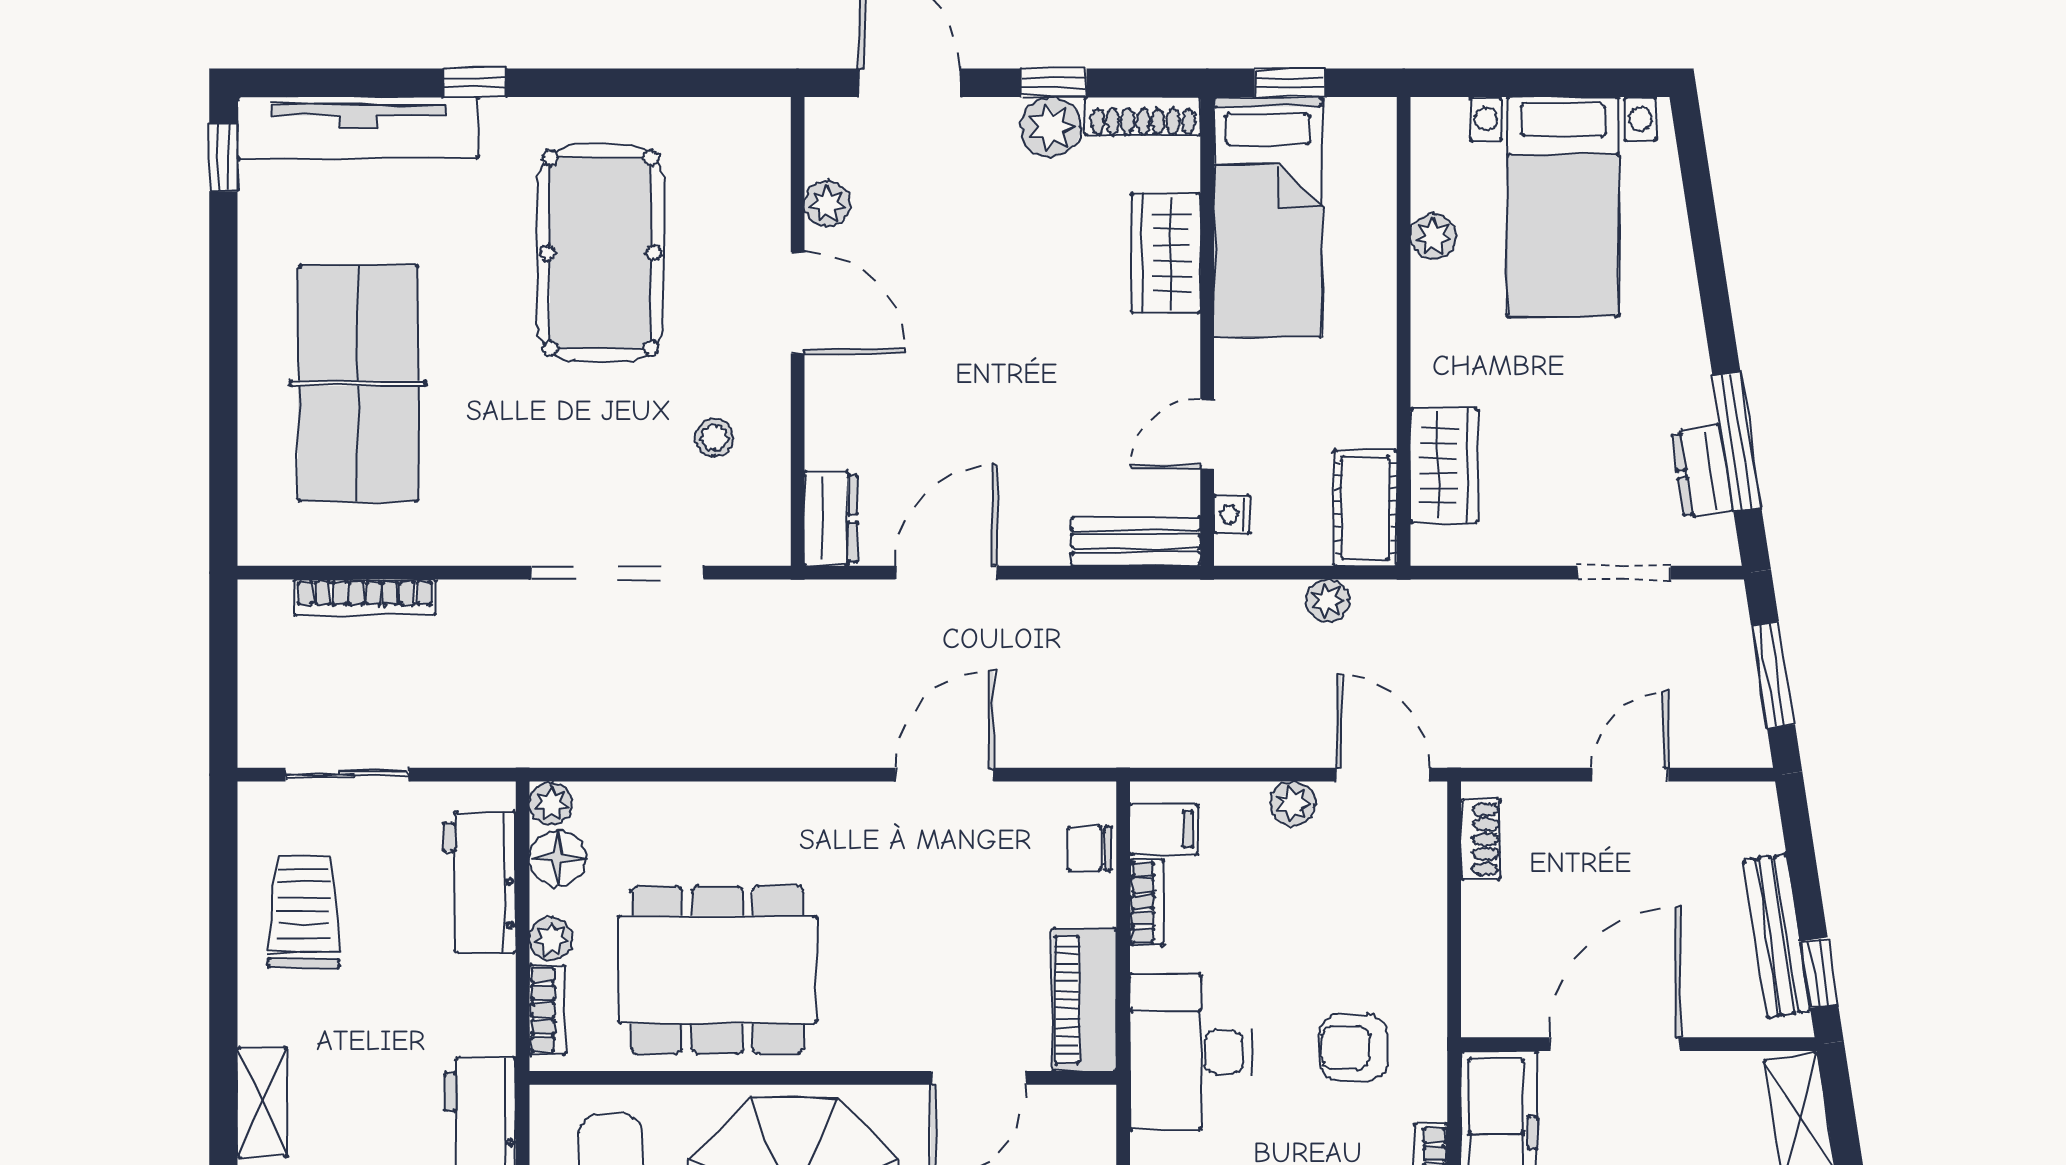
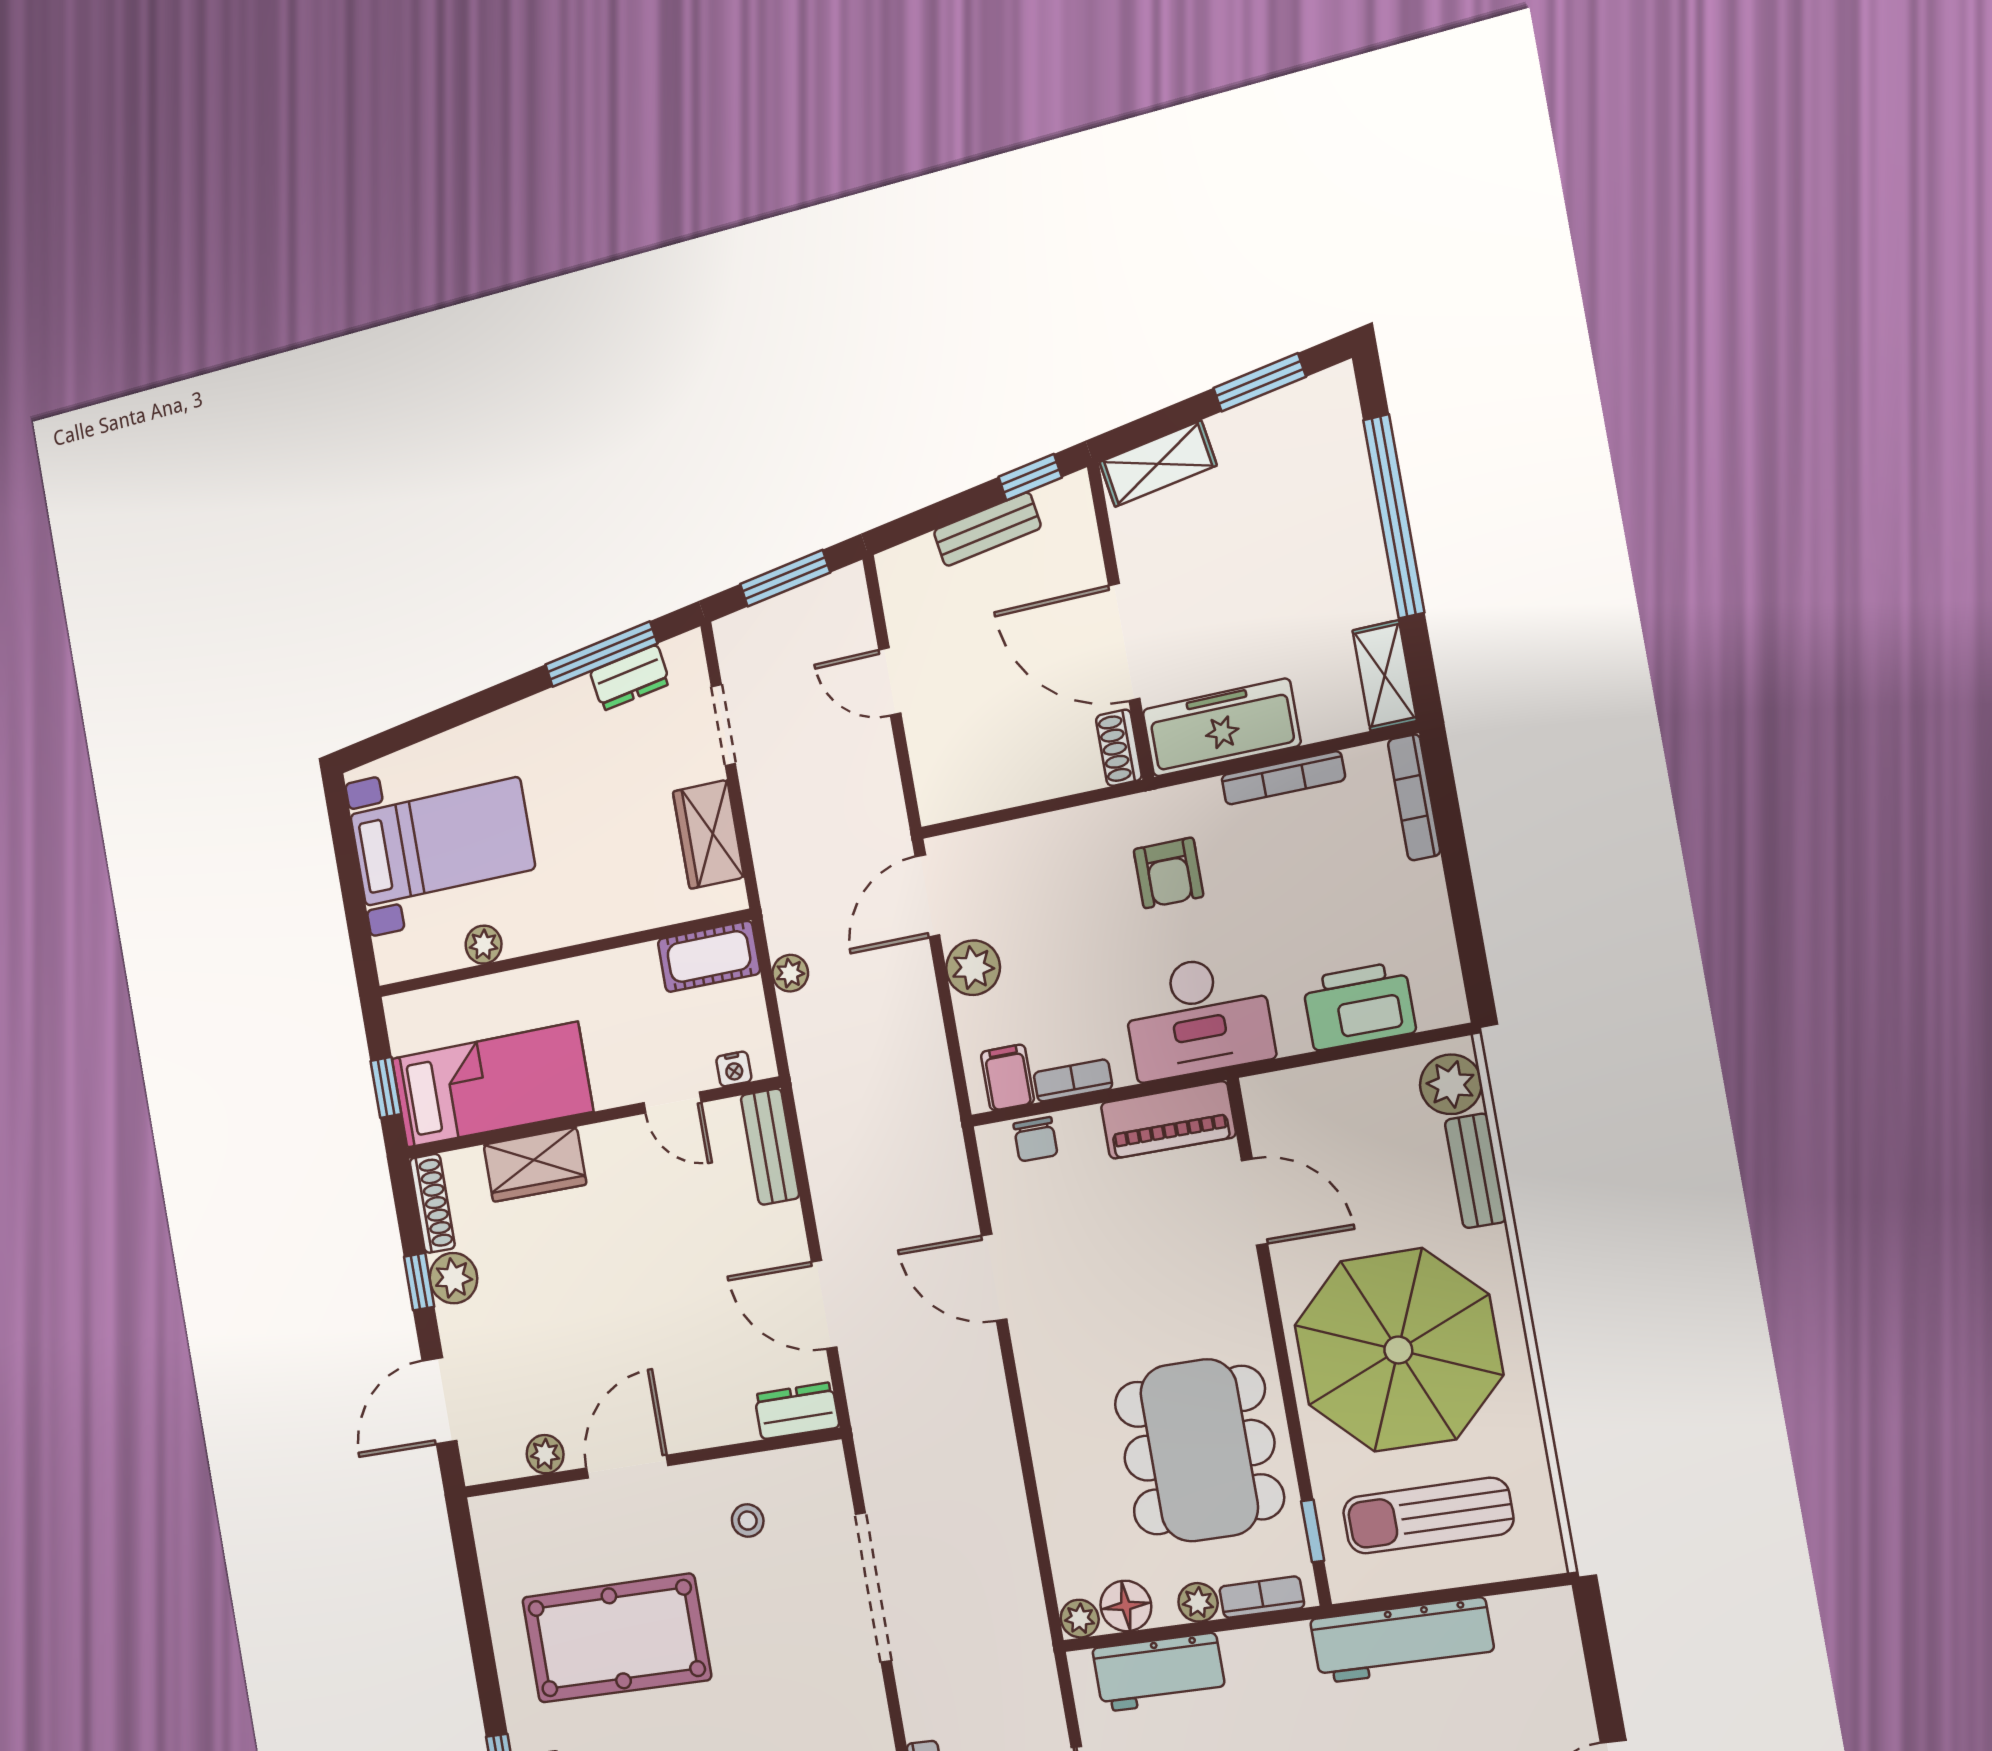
wardrobe: (1444, 465) -> (708, 834), moved, turned -90
plant: (1293, 804) -> (973, 968), width x1.38, depth x1.38
shoe rack: (1480, 839) -> (1119, 748), moved, turned -90
bench: (1777, 936) -> (987, 529), width x0.73
window: (612, 1078) -> (1313, 1531), added

